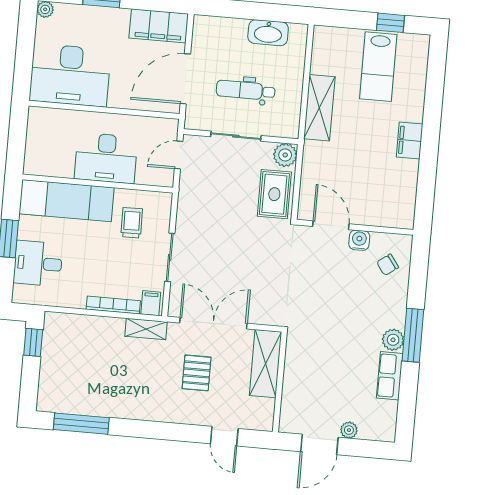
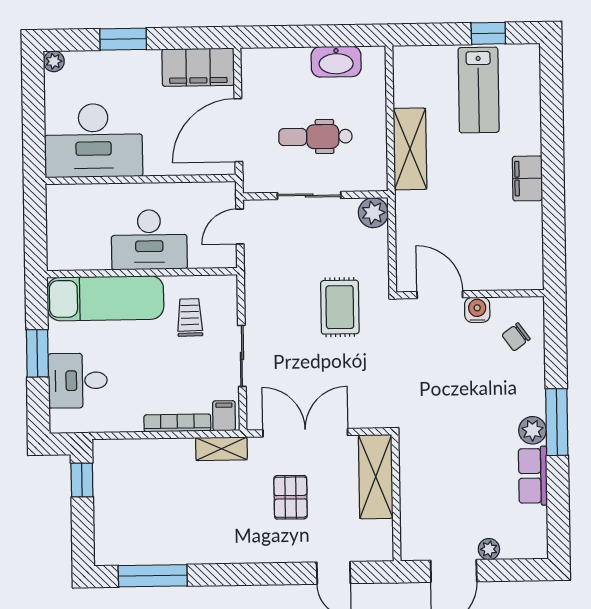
rug: (274, 194) -> (340, 307), moved

